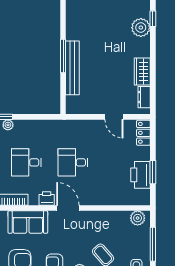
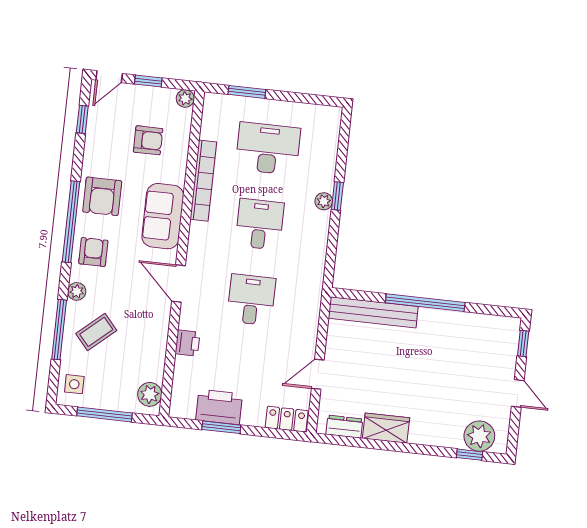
plant: (141, 28) -> (479, 436), moved
window: (63, 56) -> (425, 303), width x1.46
bench: (72, 68) -> (373, 312), moved
printer: (47, 198) -> (187, 343), moved
door: (68, 208) -> (178, 283), swing flipped

